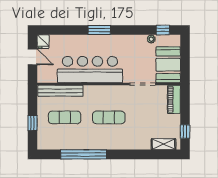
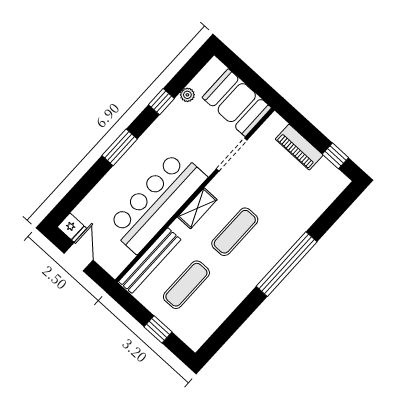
window: (163, 30) -> (161, 102), moved
door: (33, 57) -> (79, 257), hinge flipped
piano: (174, 99) -> (299, 147), moved
shelving: (164, 144) -> (197, 208), moved
window: (84, 154) -> (287, 264), moved

